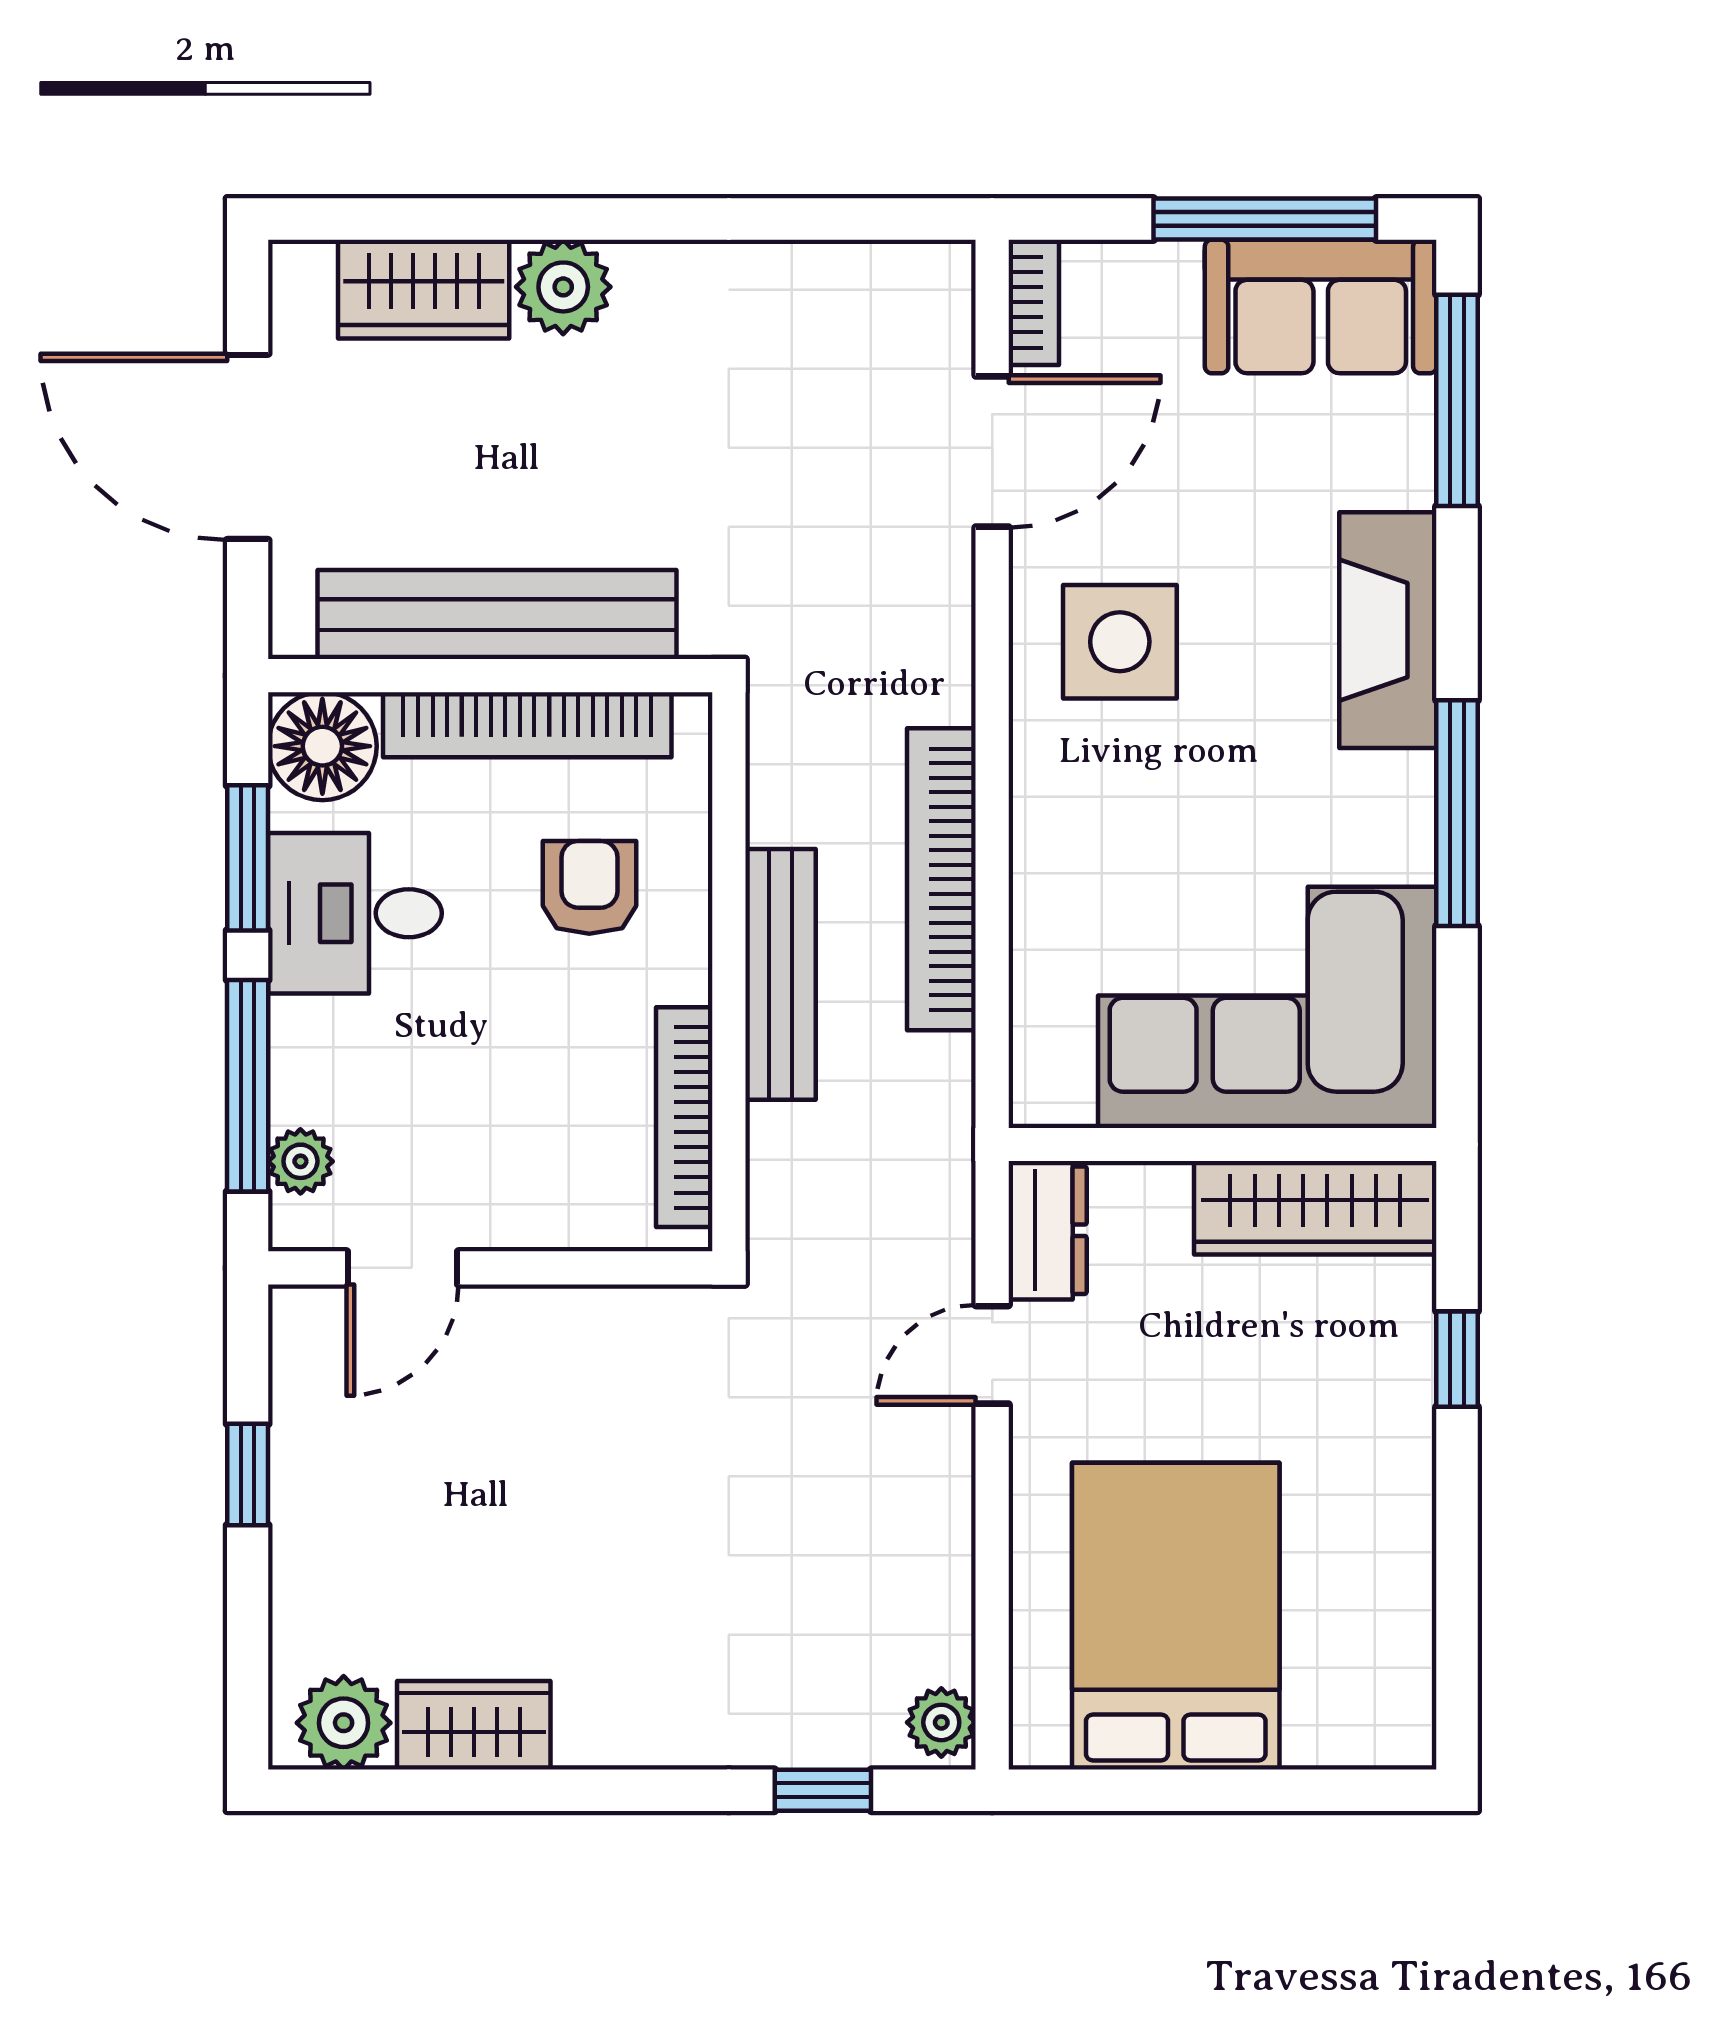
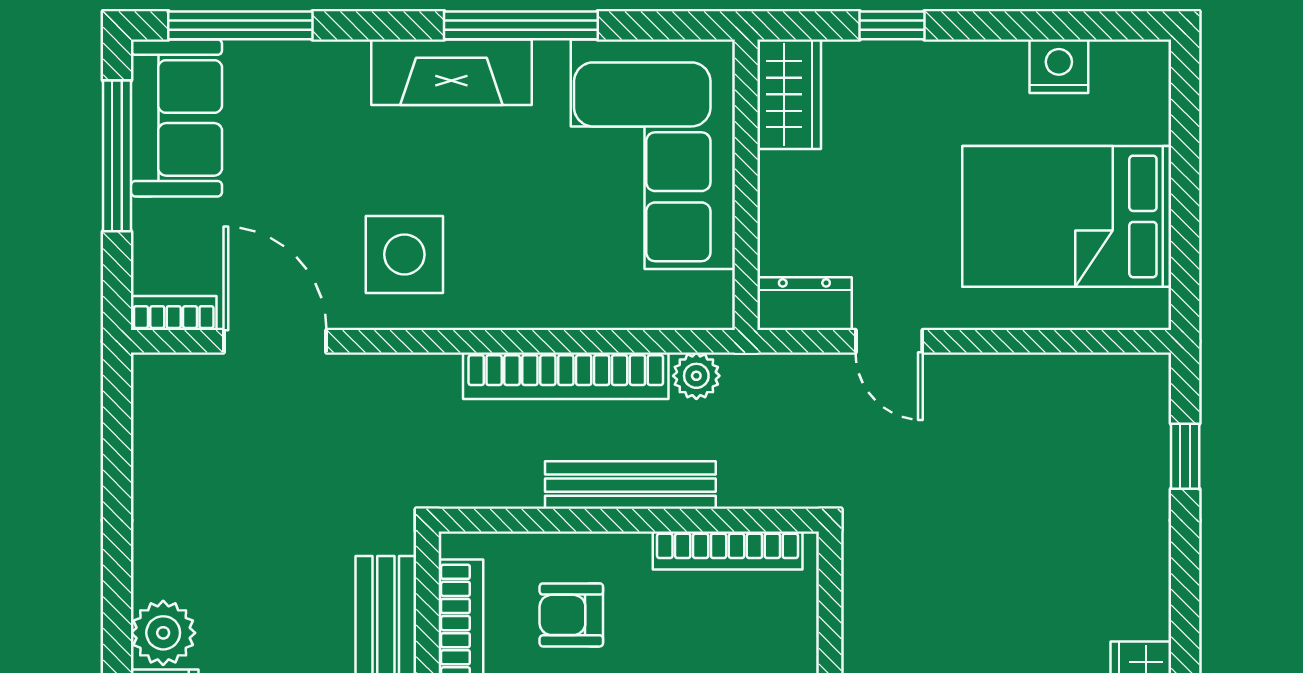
fireplace: (1388, 630) -> (451, 72), moved
wardrobe: (1315, 1208) -> (789, 94), width x0.67
nightstand: (1397, 1605) -> (1059, 66), added
plant: (941, 1722) -> (696, 376), moved

